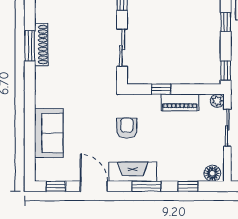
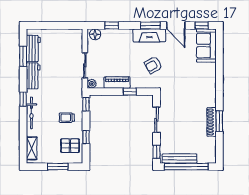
armchair: (127, 128) -> (153, 65), turned 61
sofa: (49, 133) -> (206, 46), moved
window: (146, 186) -> (150, 25), moved

